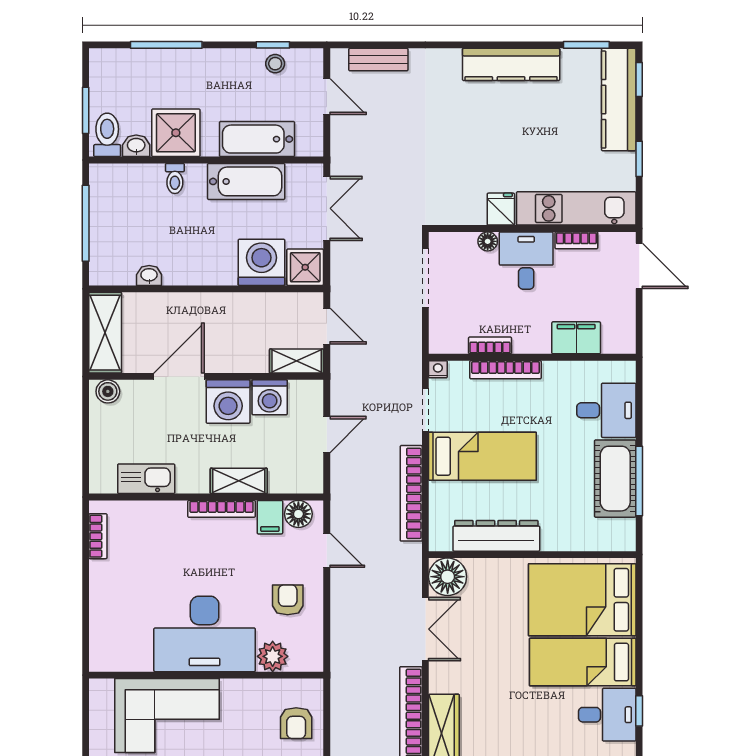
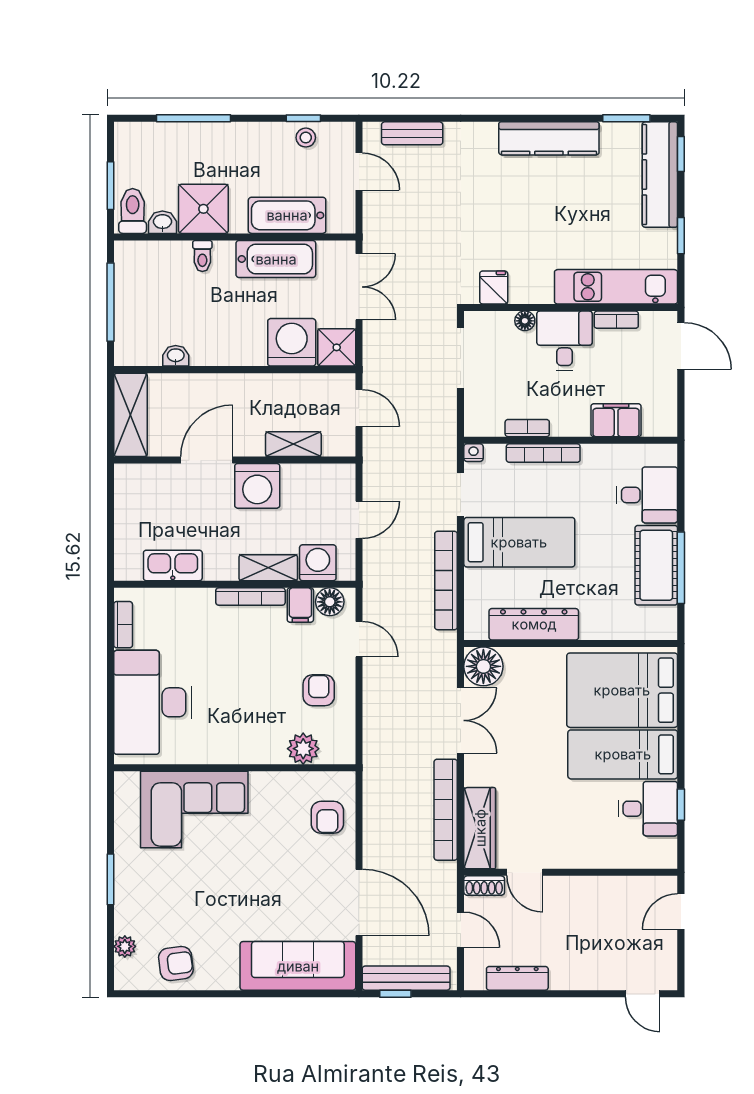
fridge: (501, 209) -> (494, 287), moved
shelving: (297, 361) -> (293, 444), moved
boiler: (108, 391) -> (133, 475), removed
washing machine: (270, 397) -> (318, 563), moved, turned 180
desk: (205, 634) -> (153, 702), moved, turned 90

